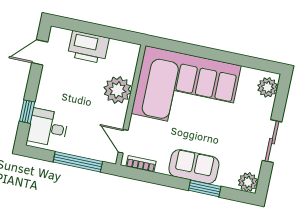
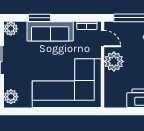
plant: (118, 90) -> (114, 61), moved
sofa: (194, 167) -> (50, 31), width x1.36

